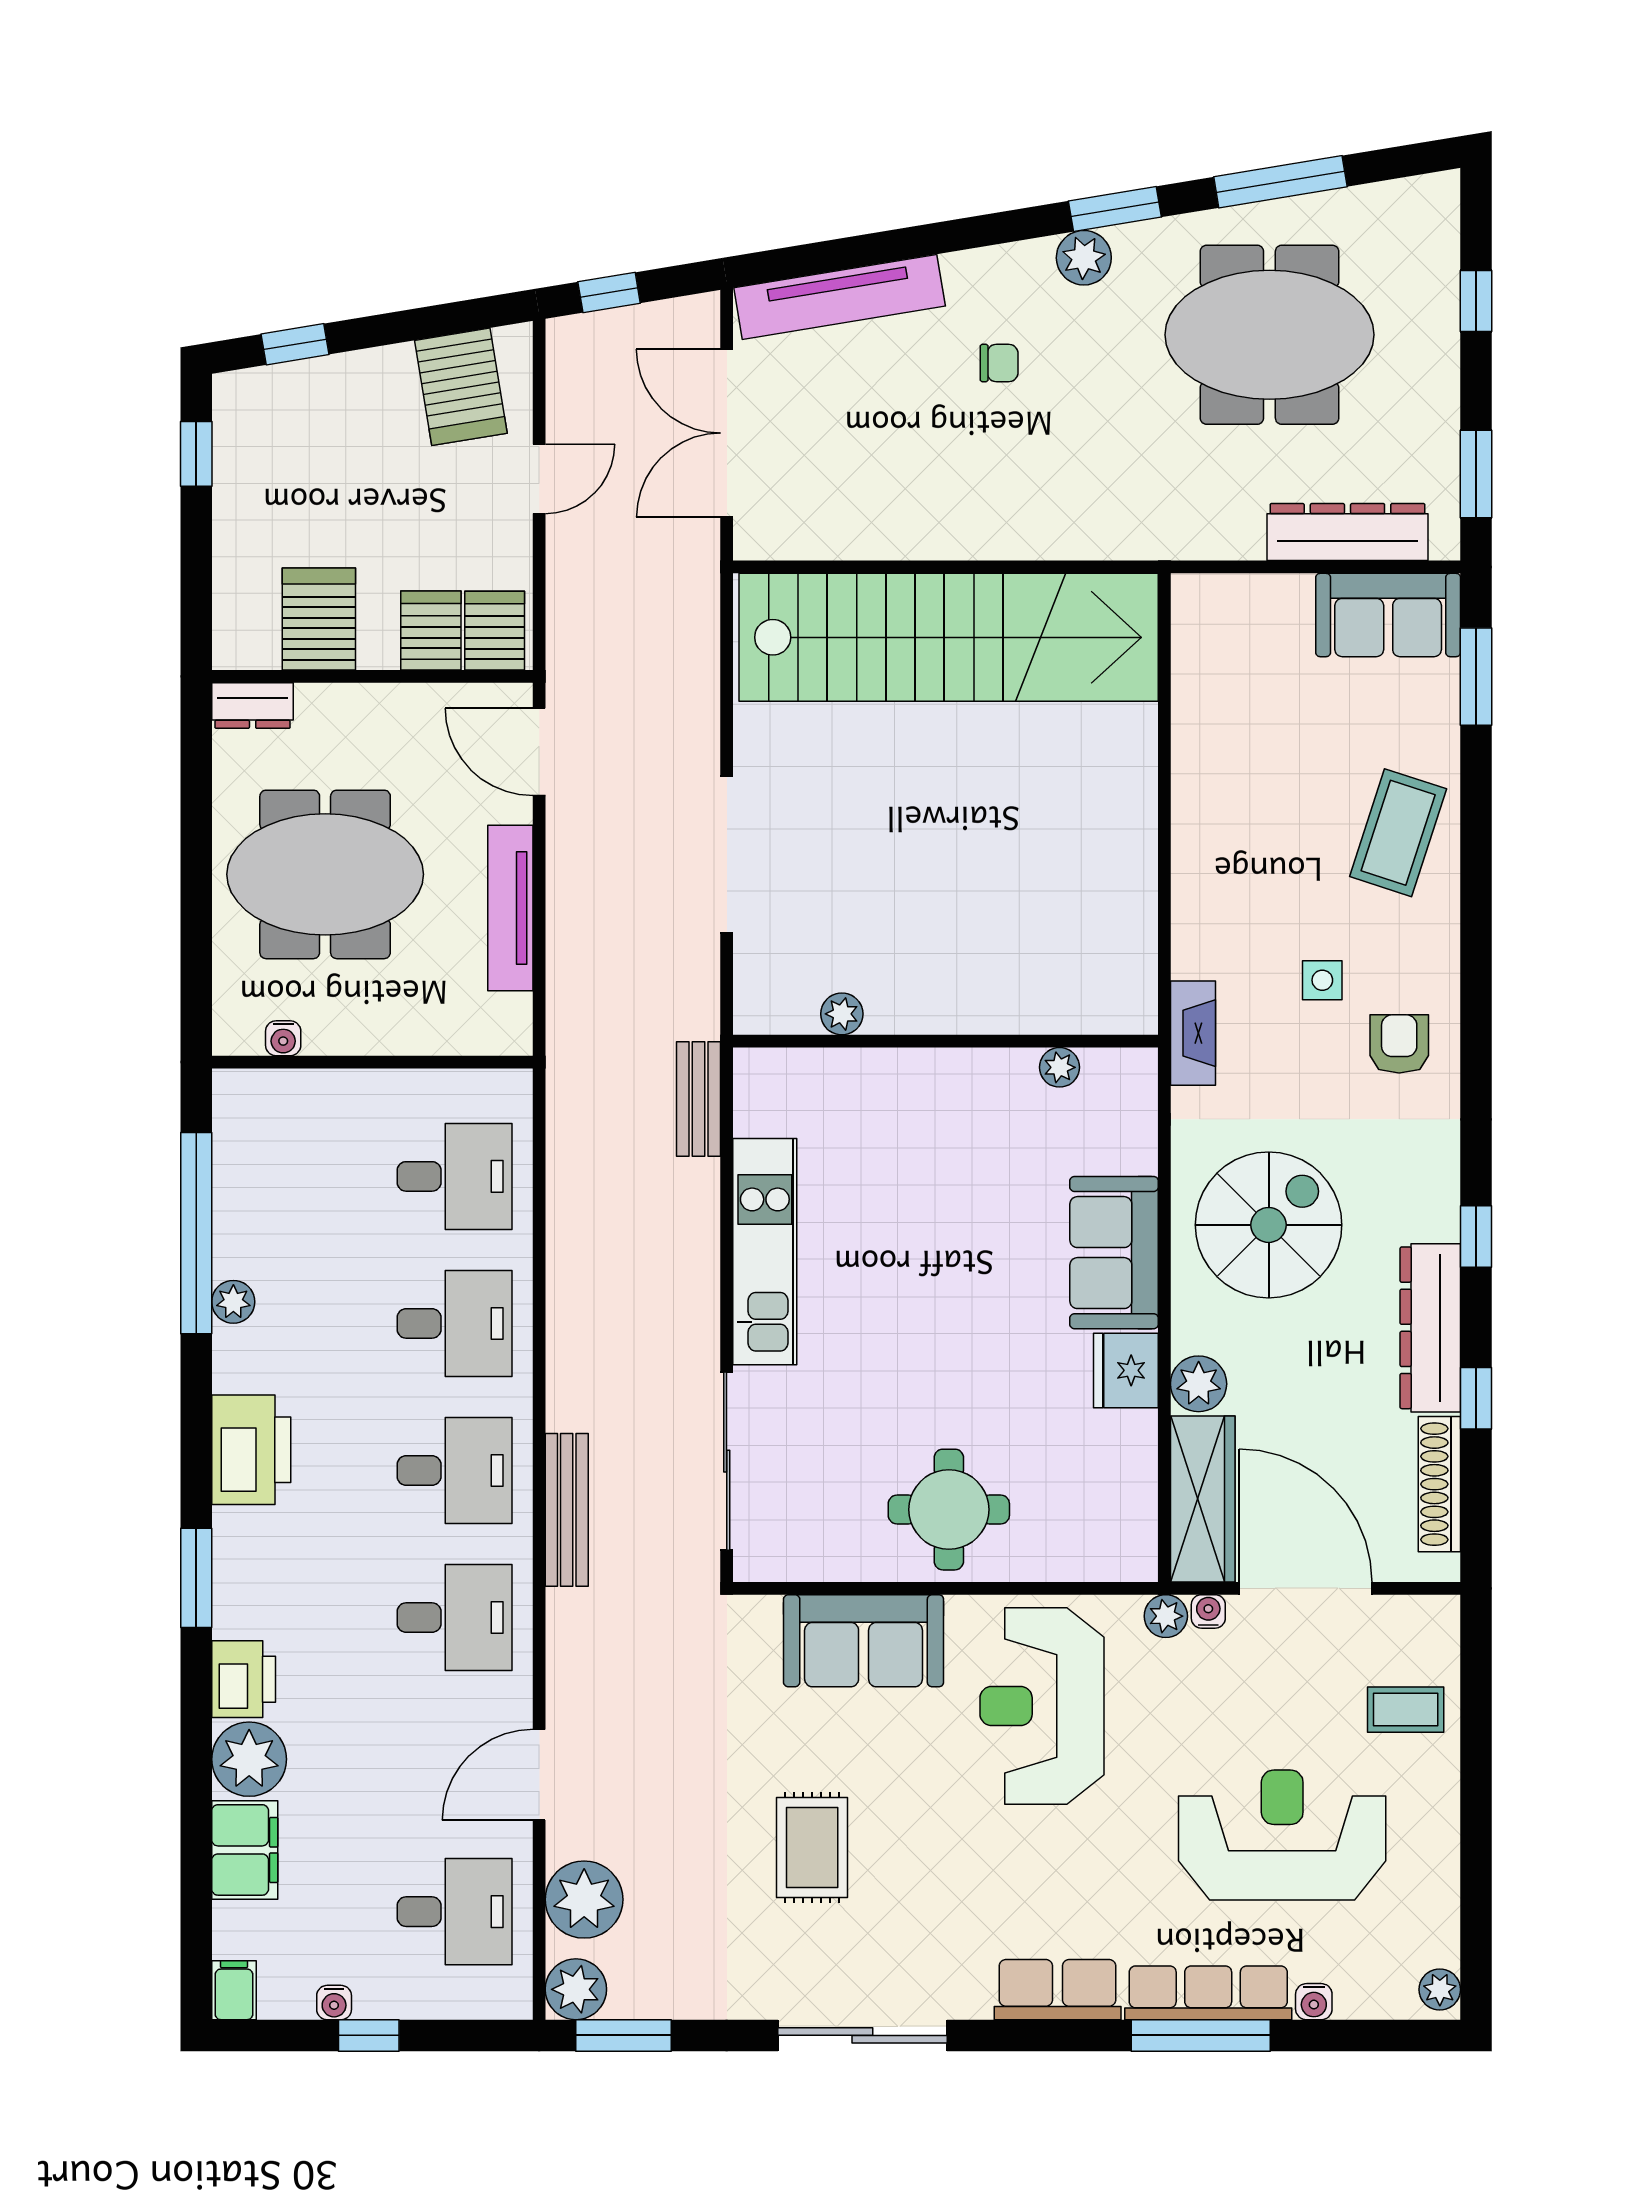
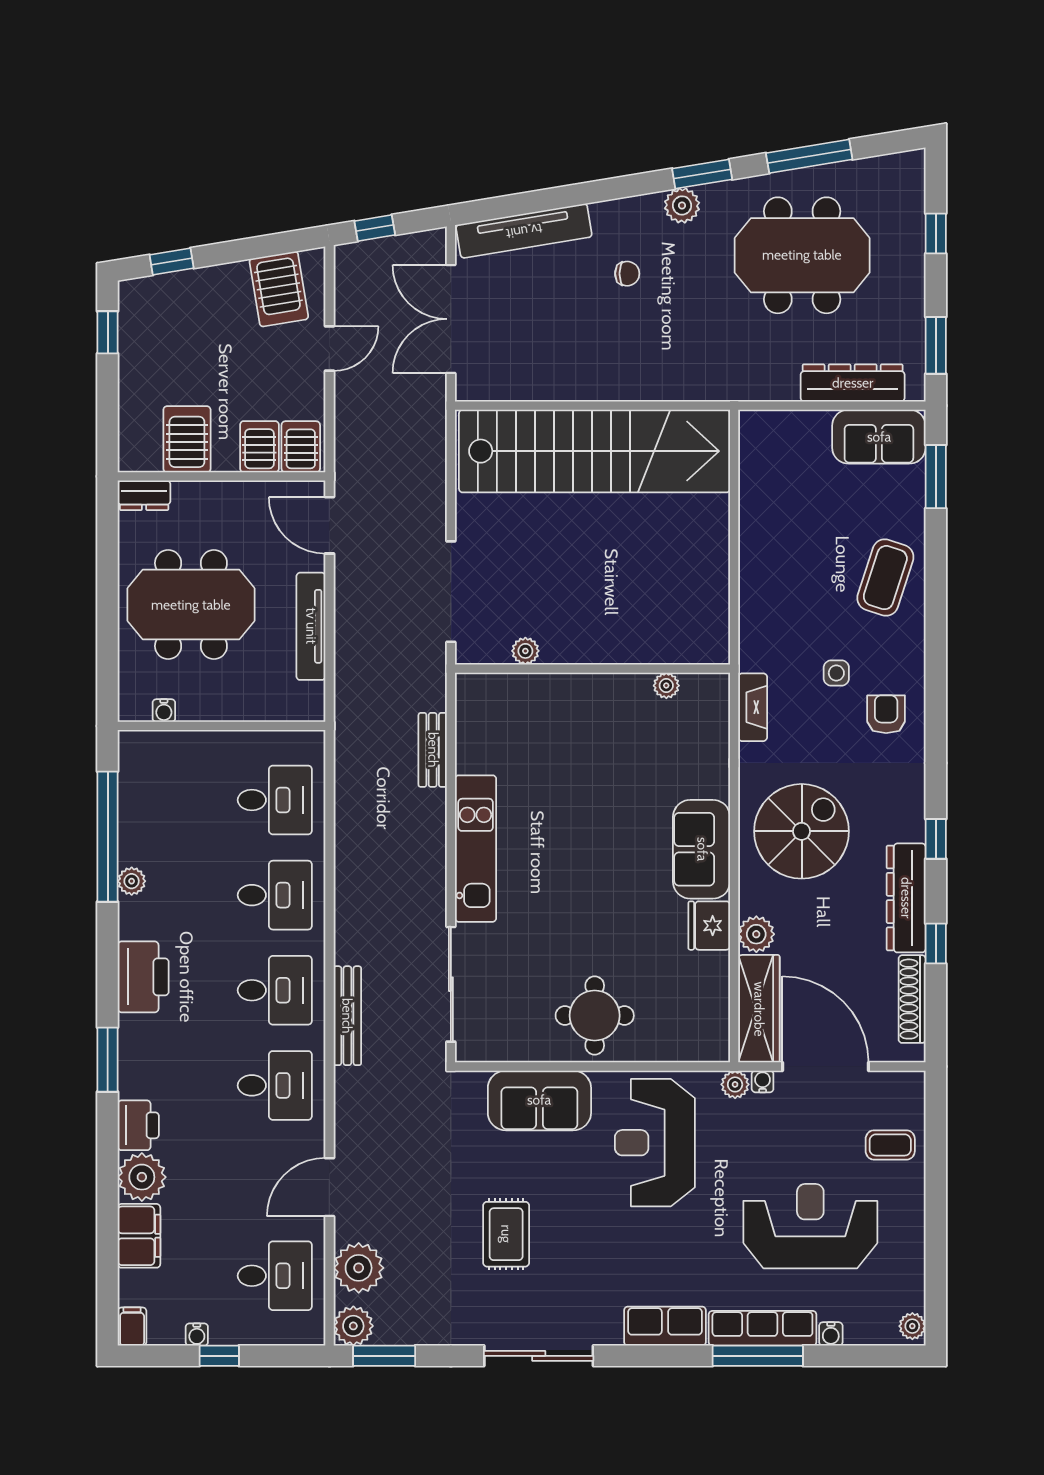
plant: (842, 1014) -> (525, 651), moved
wall: (946, 1041) -> (592, 669), moved
plant: (1060, 1067) -> (666, 686), moved

